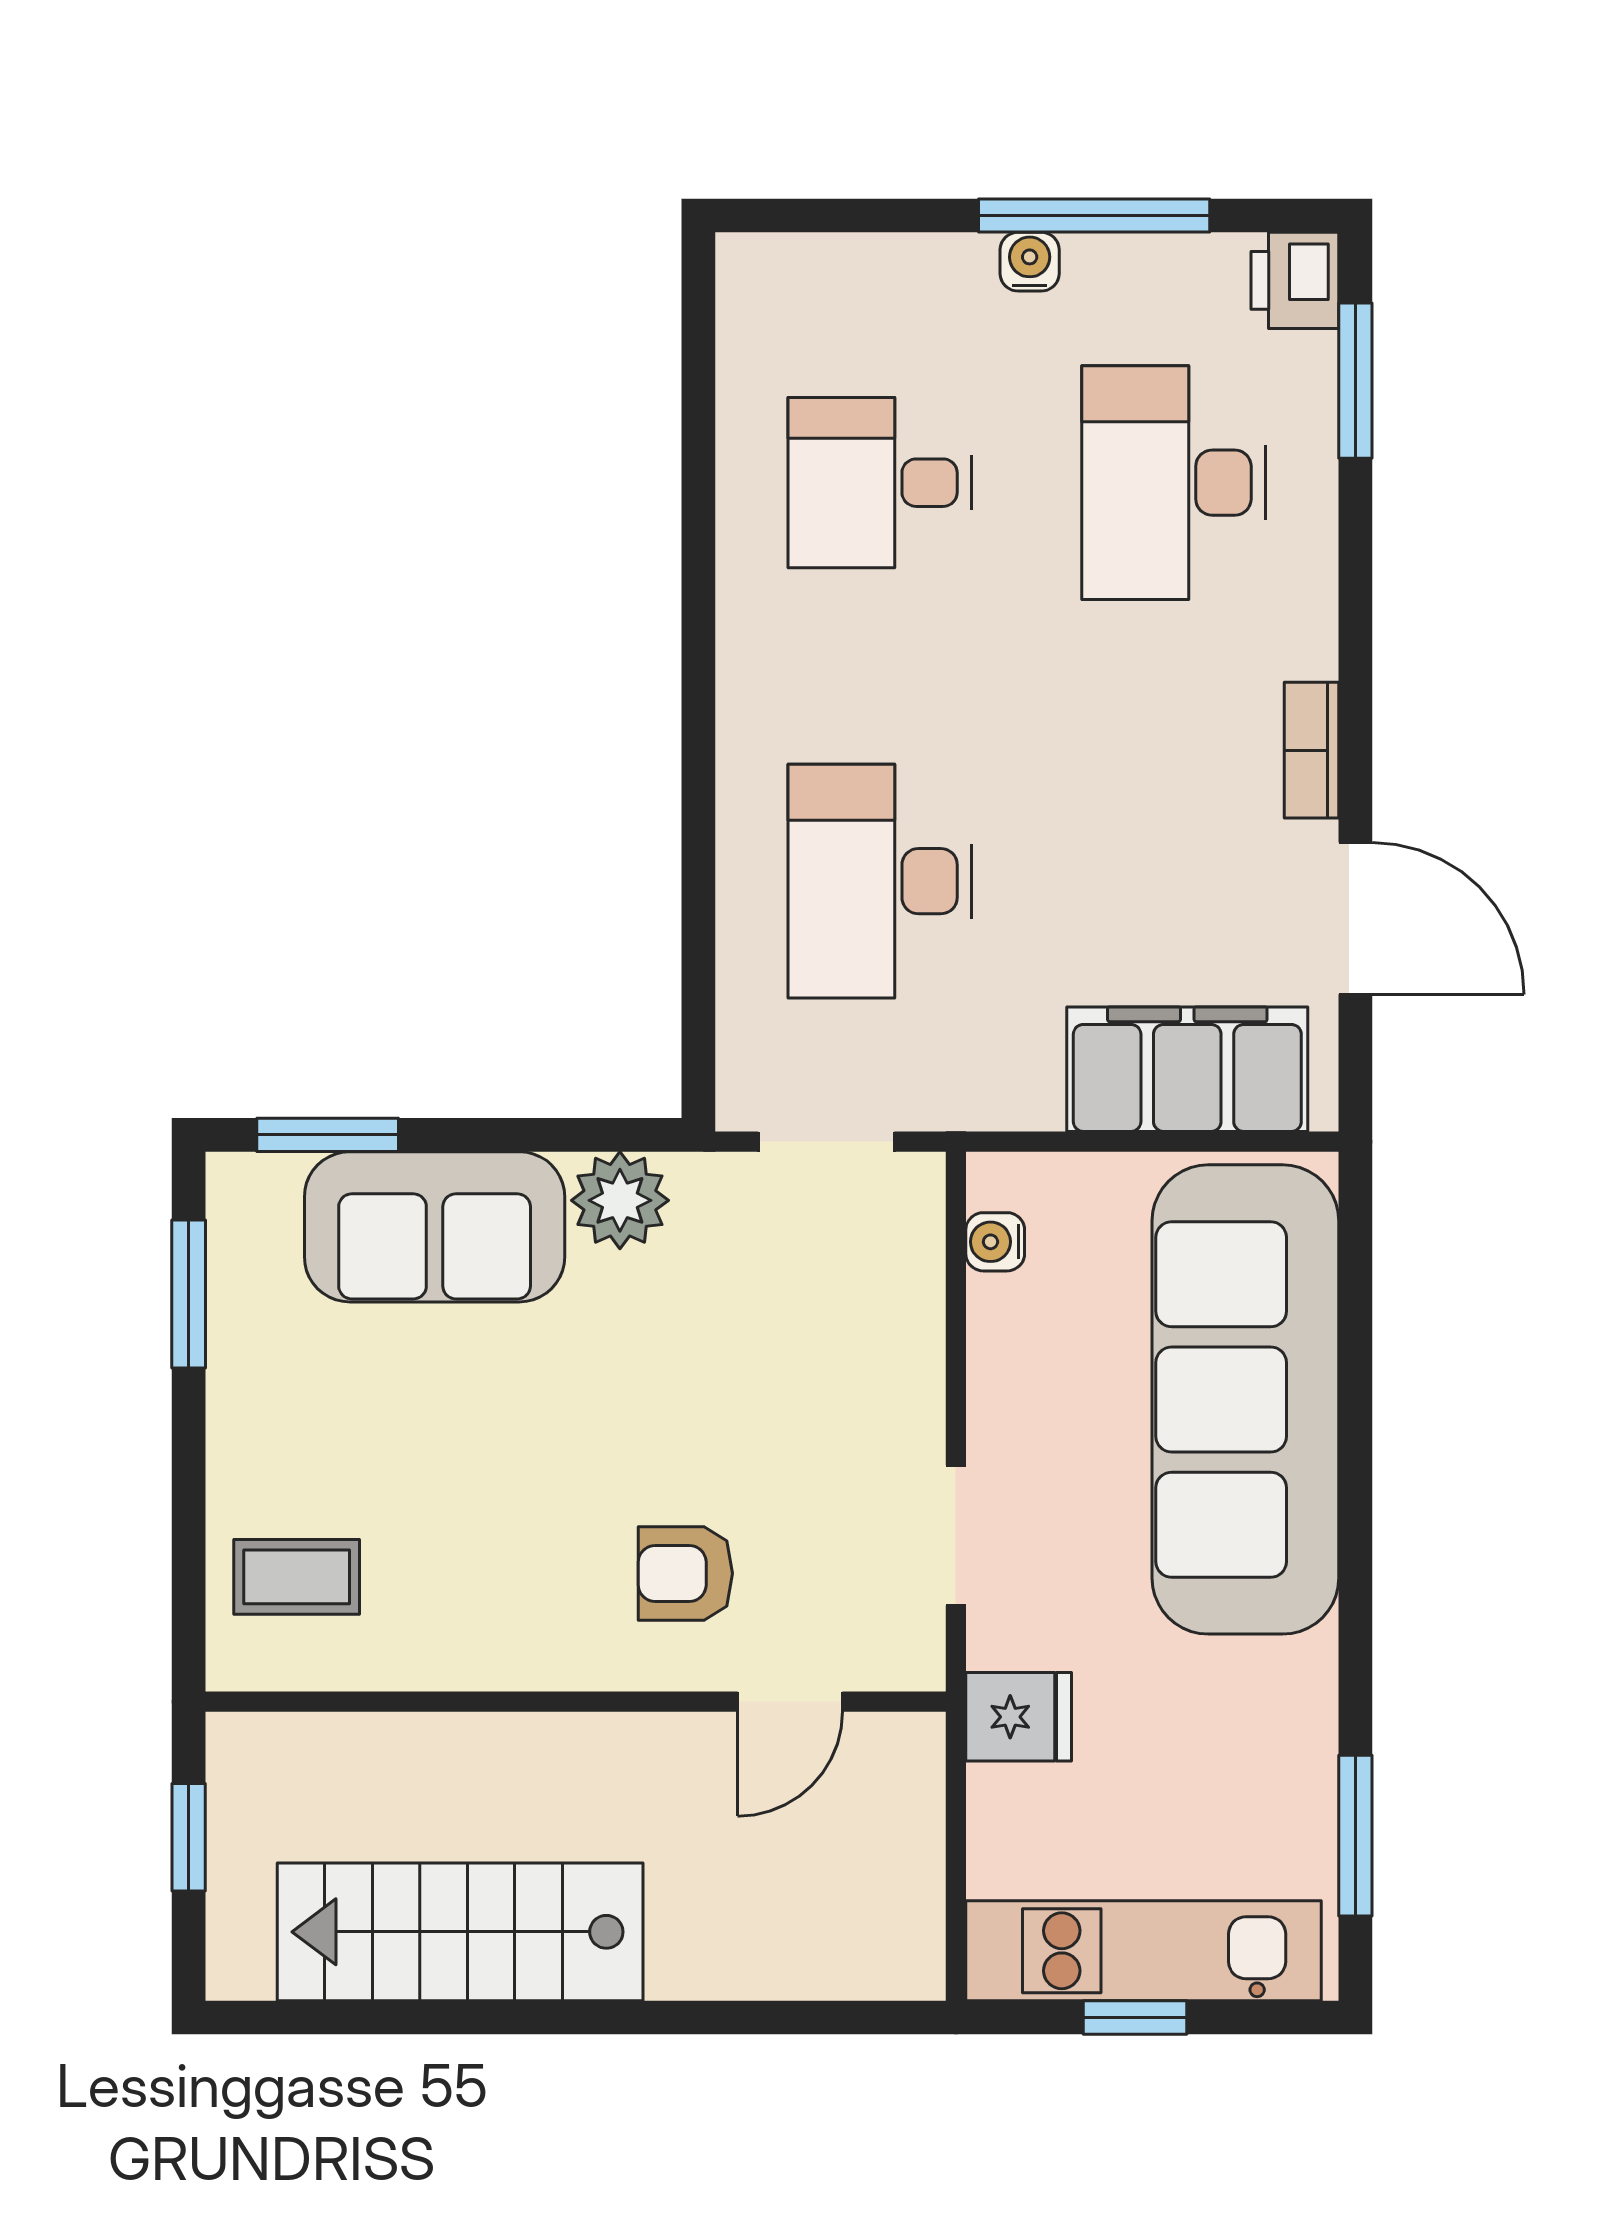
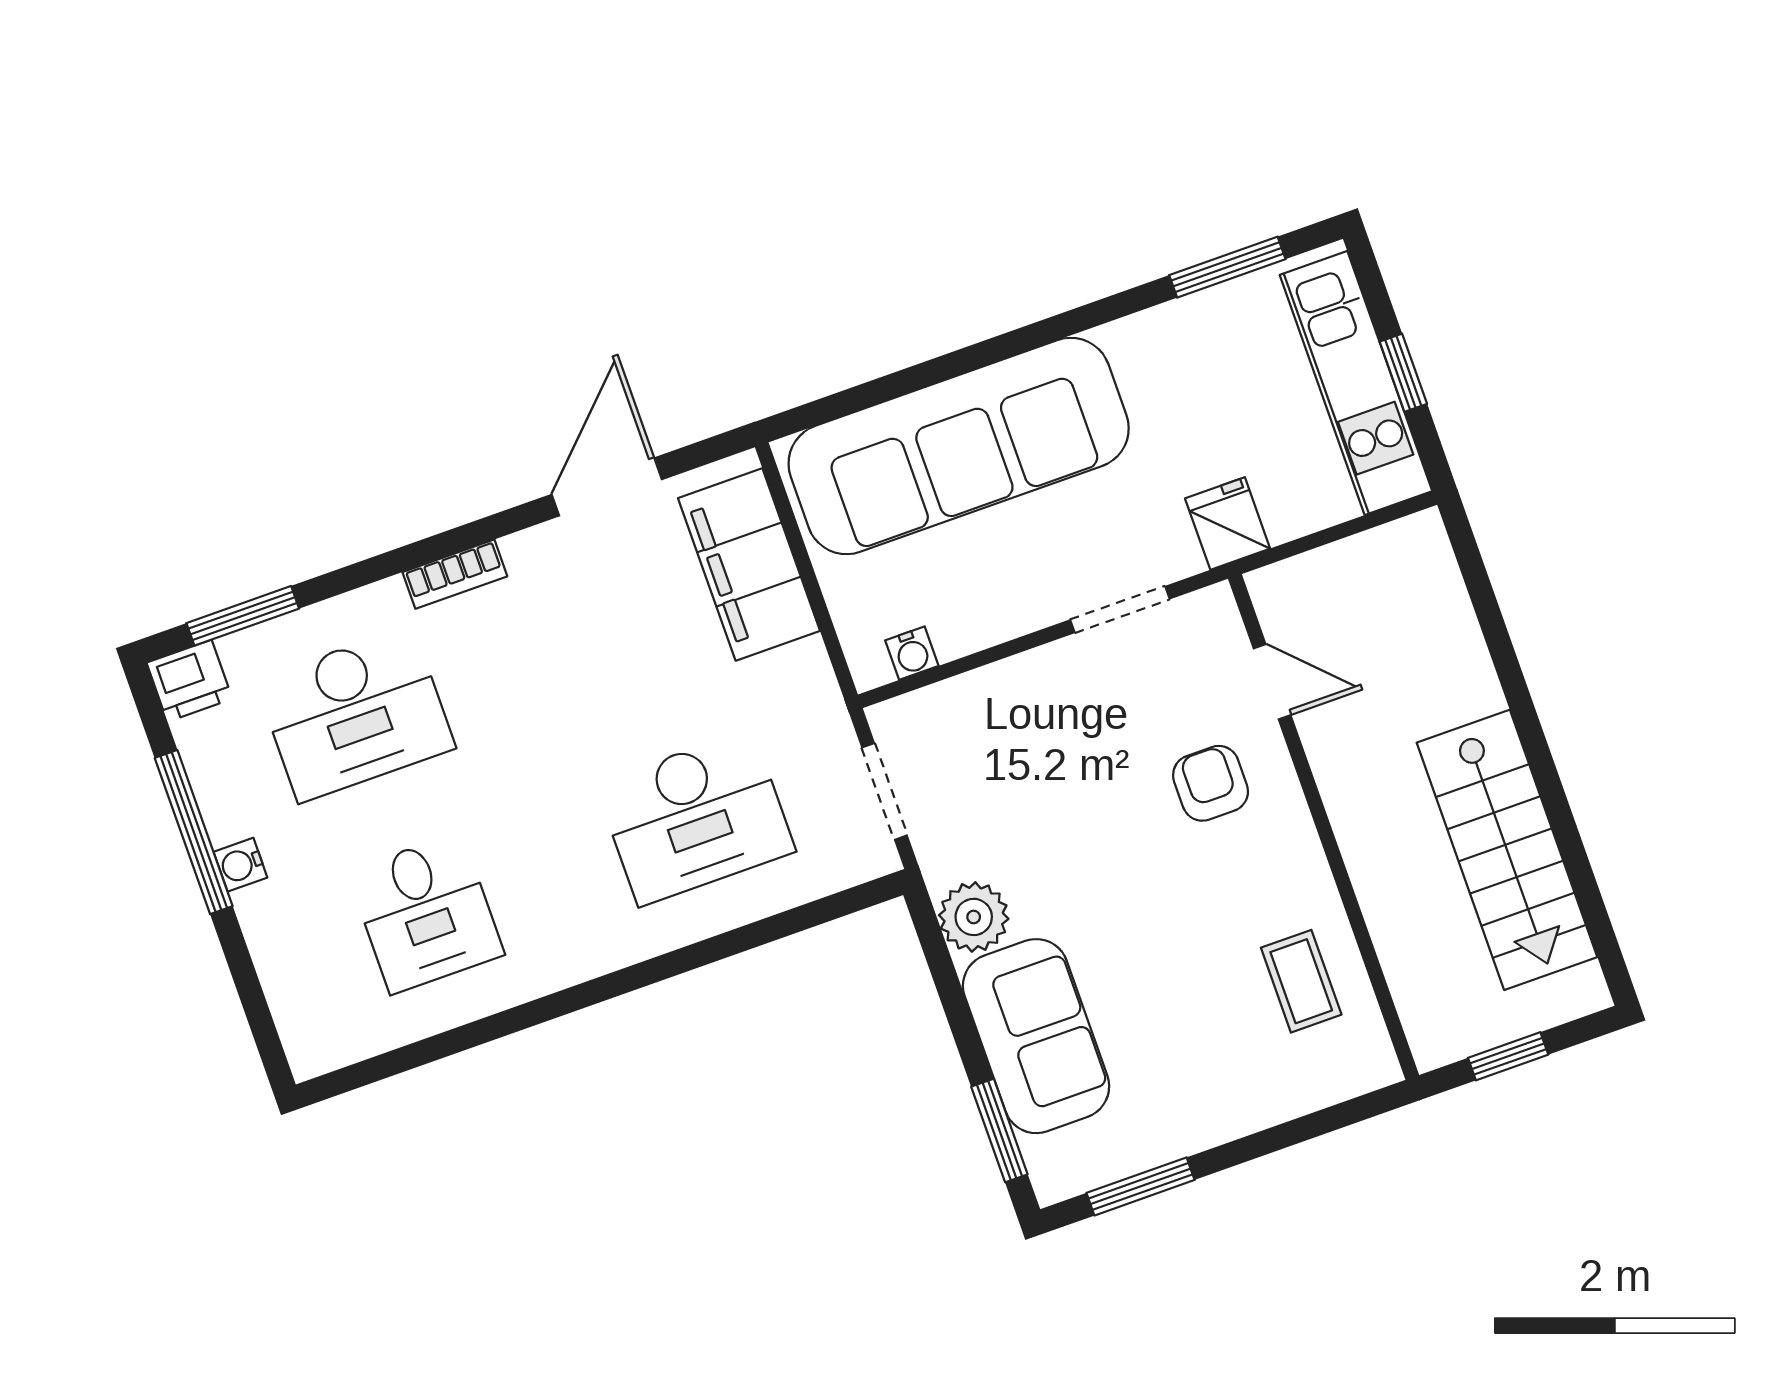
bookcase: (1311, 750) -> (455, 574), moved
armchair: (685, 1573) -> (1211, 783), turned 180
coffee table: (297, 1577) -> (1301, 981), moved

